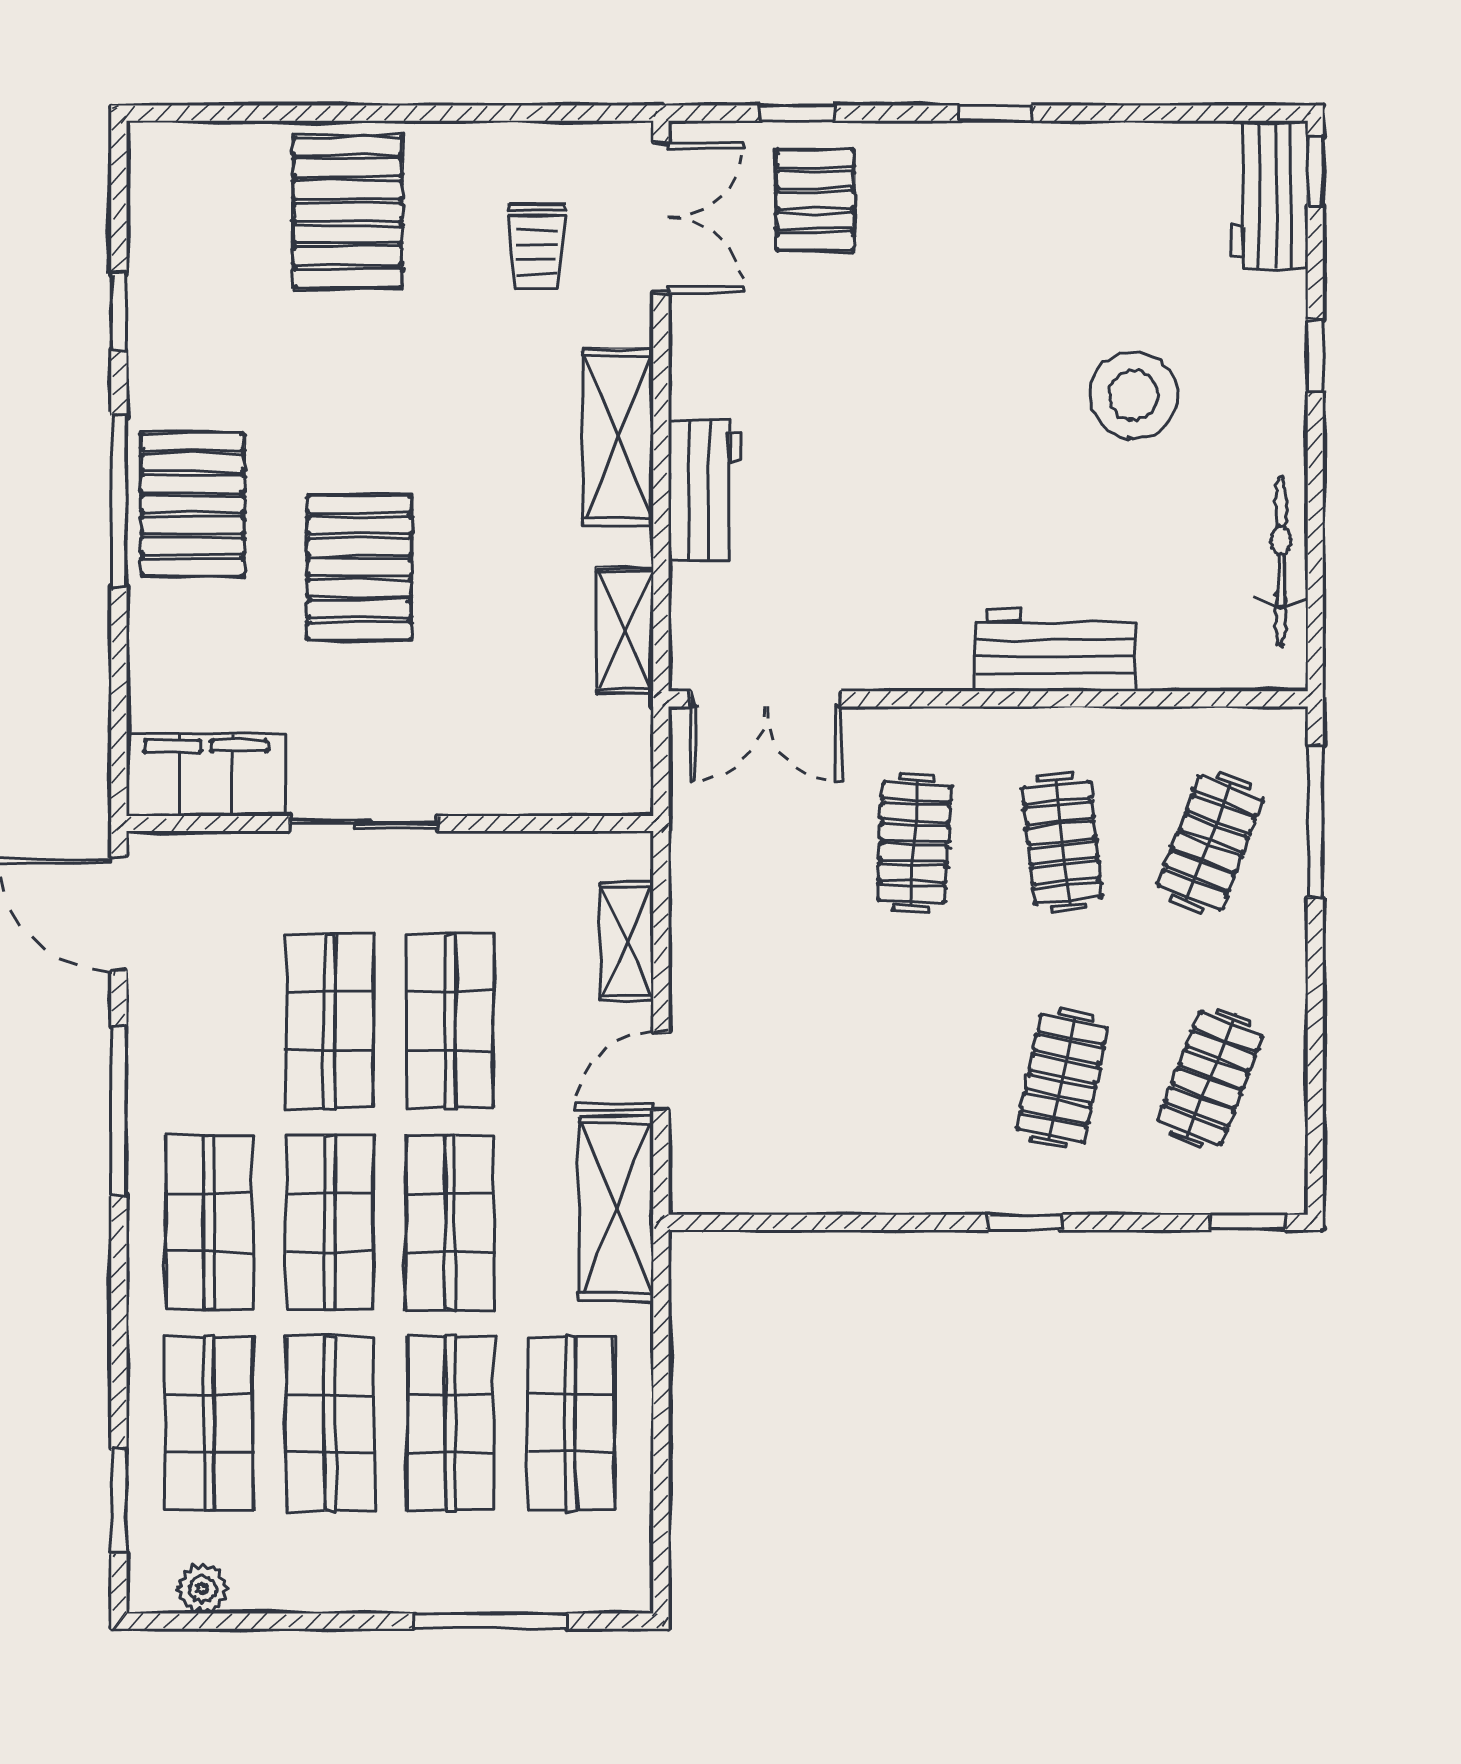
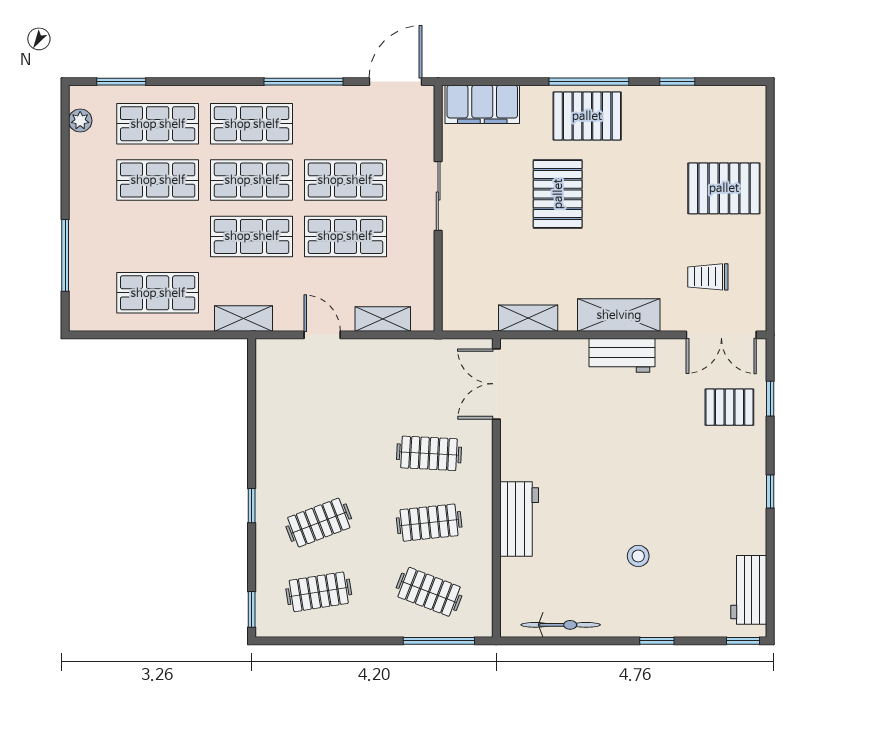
workbench: (1270, 194) -> (749, 590), moved, turned -90
stool: (1134, 395) -> (638, 556), width x0.53, depth x0.53
workbench: (705, 491) -> (622, 355), moved
pallet: (359, 568) -> (558, 194), turned 90
filing cabinet: (206, 775) -> (482, 104), moved, turned 90
clothes rail: (1062, 1078) -> (319, 523), turned -33
clothes rail: (1210, 1078) -> (319, 592), turned -30
shelving: (616, 1209) -> (244, 319), width x0.67, depth x0.75
shop shelf: (450, 1423) -> (158, 236), removed

